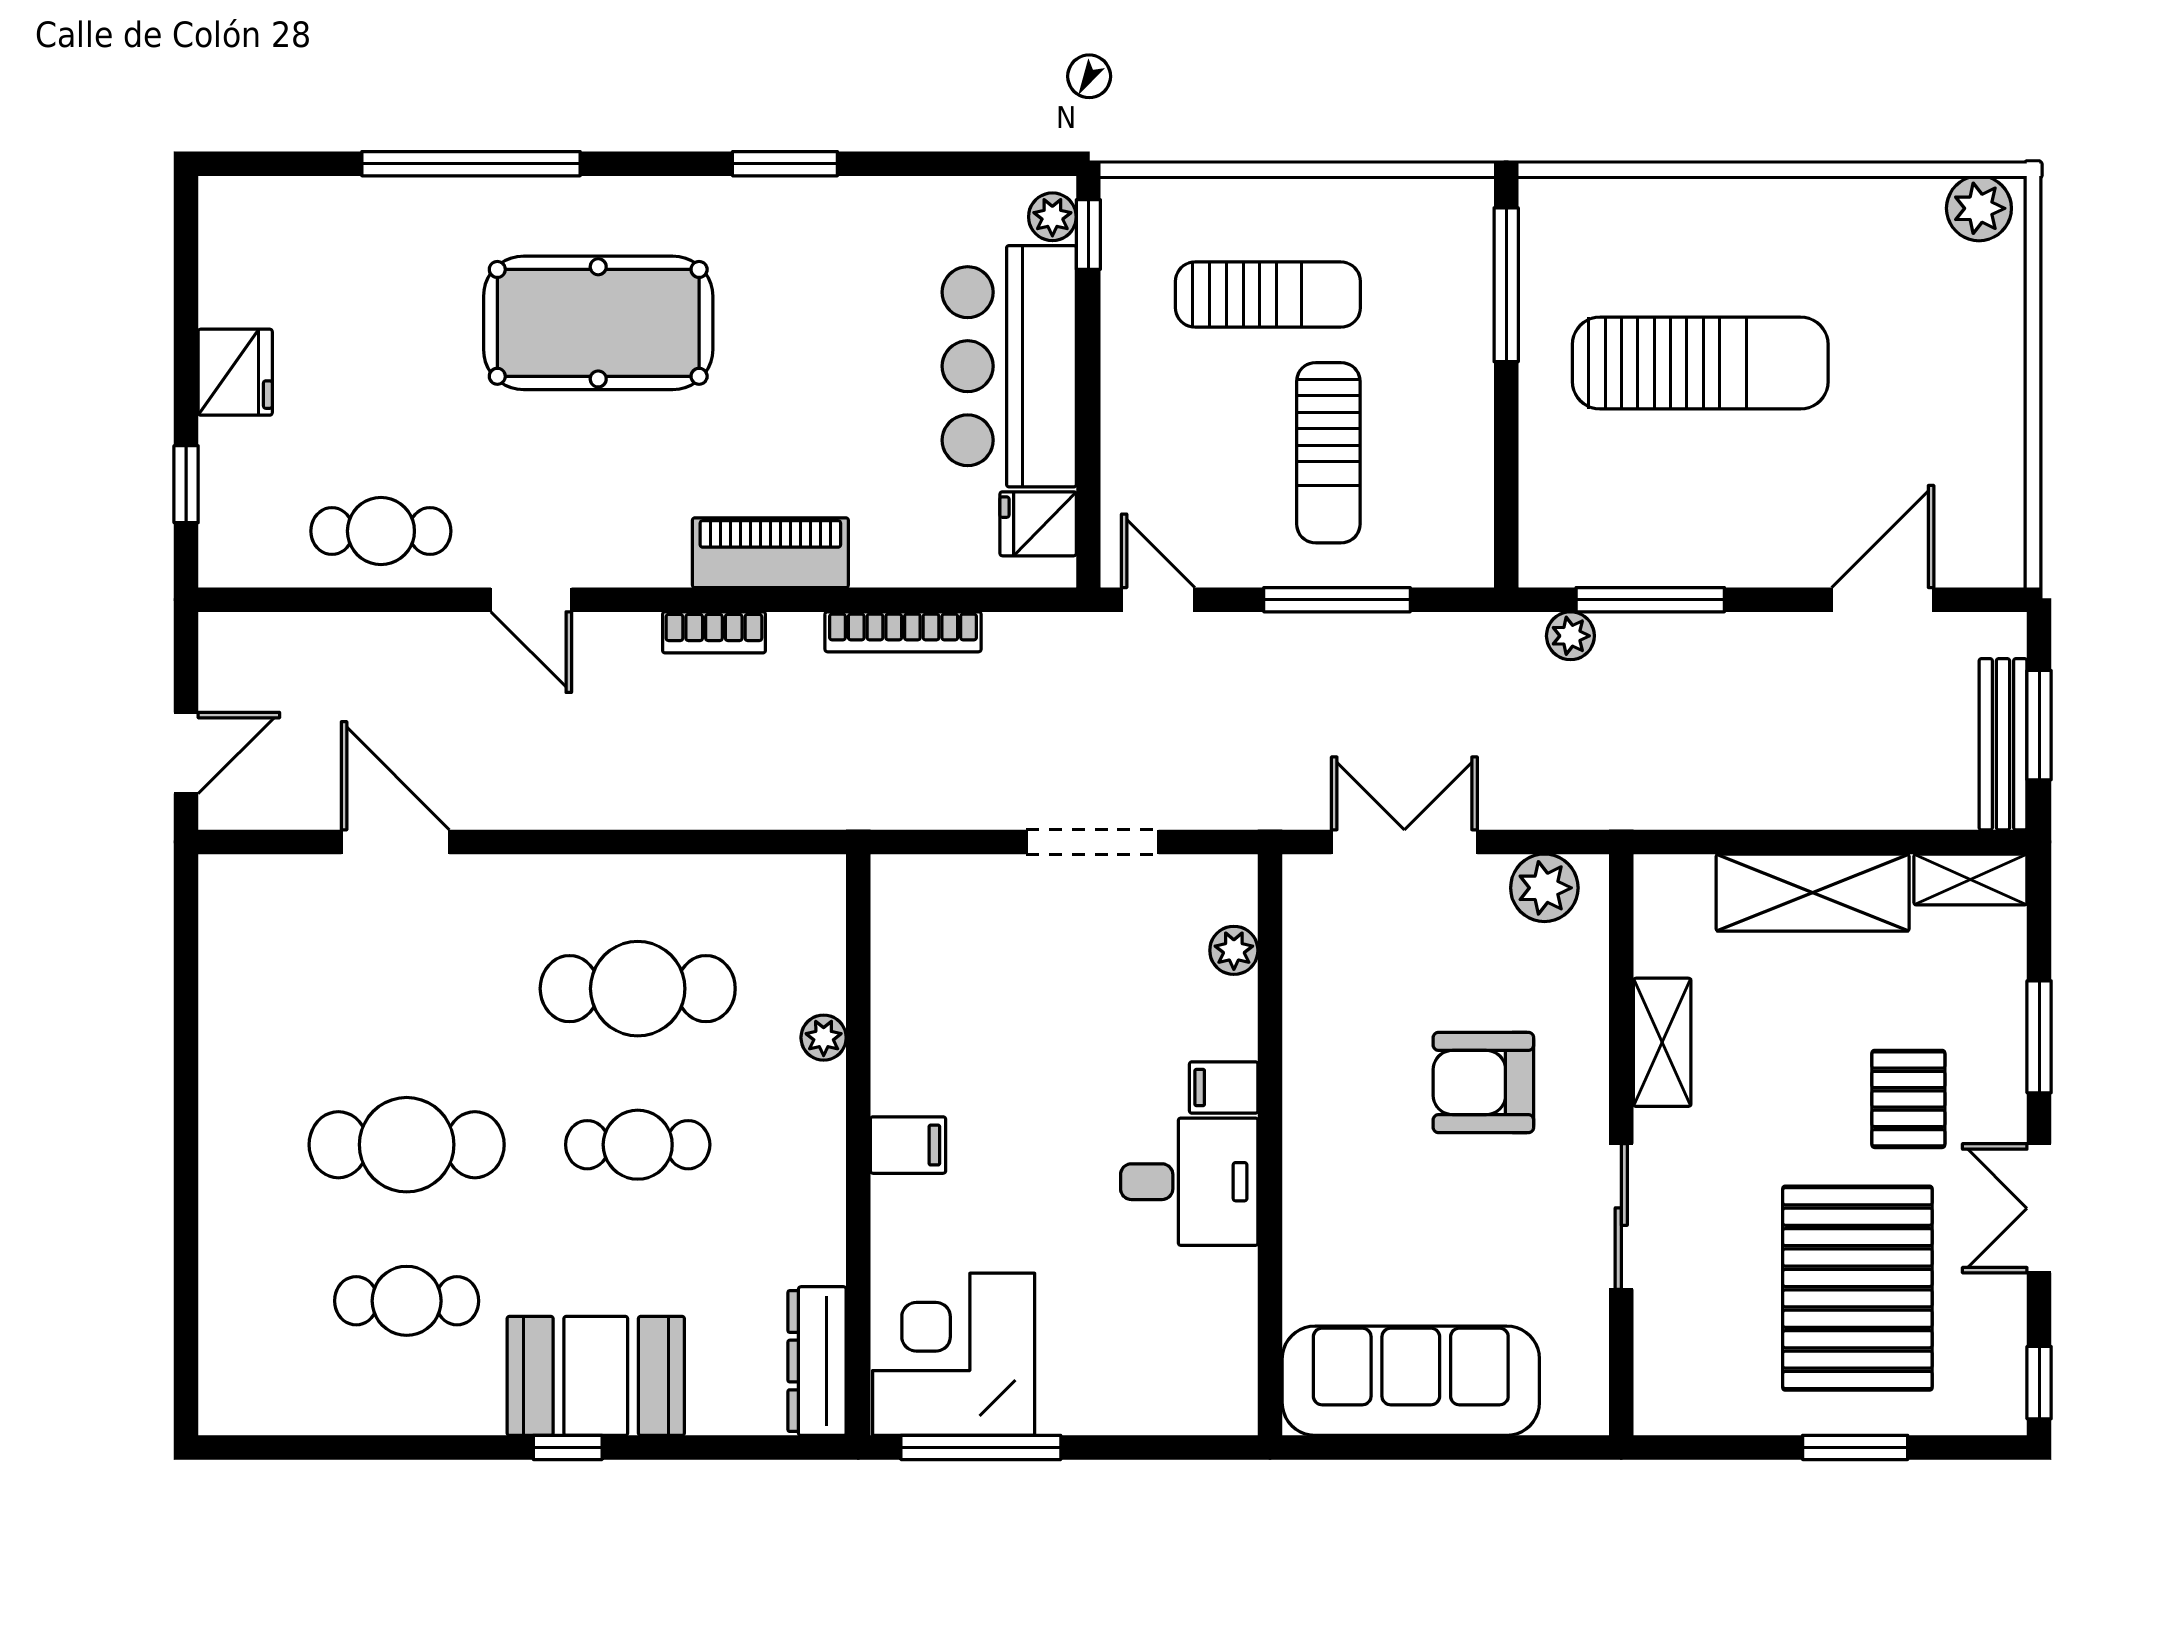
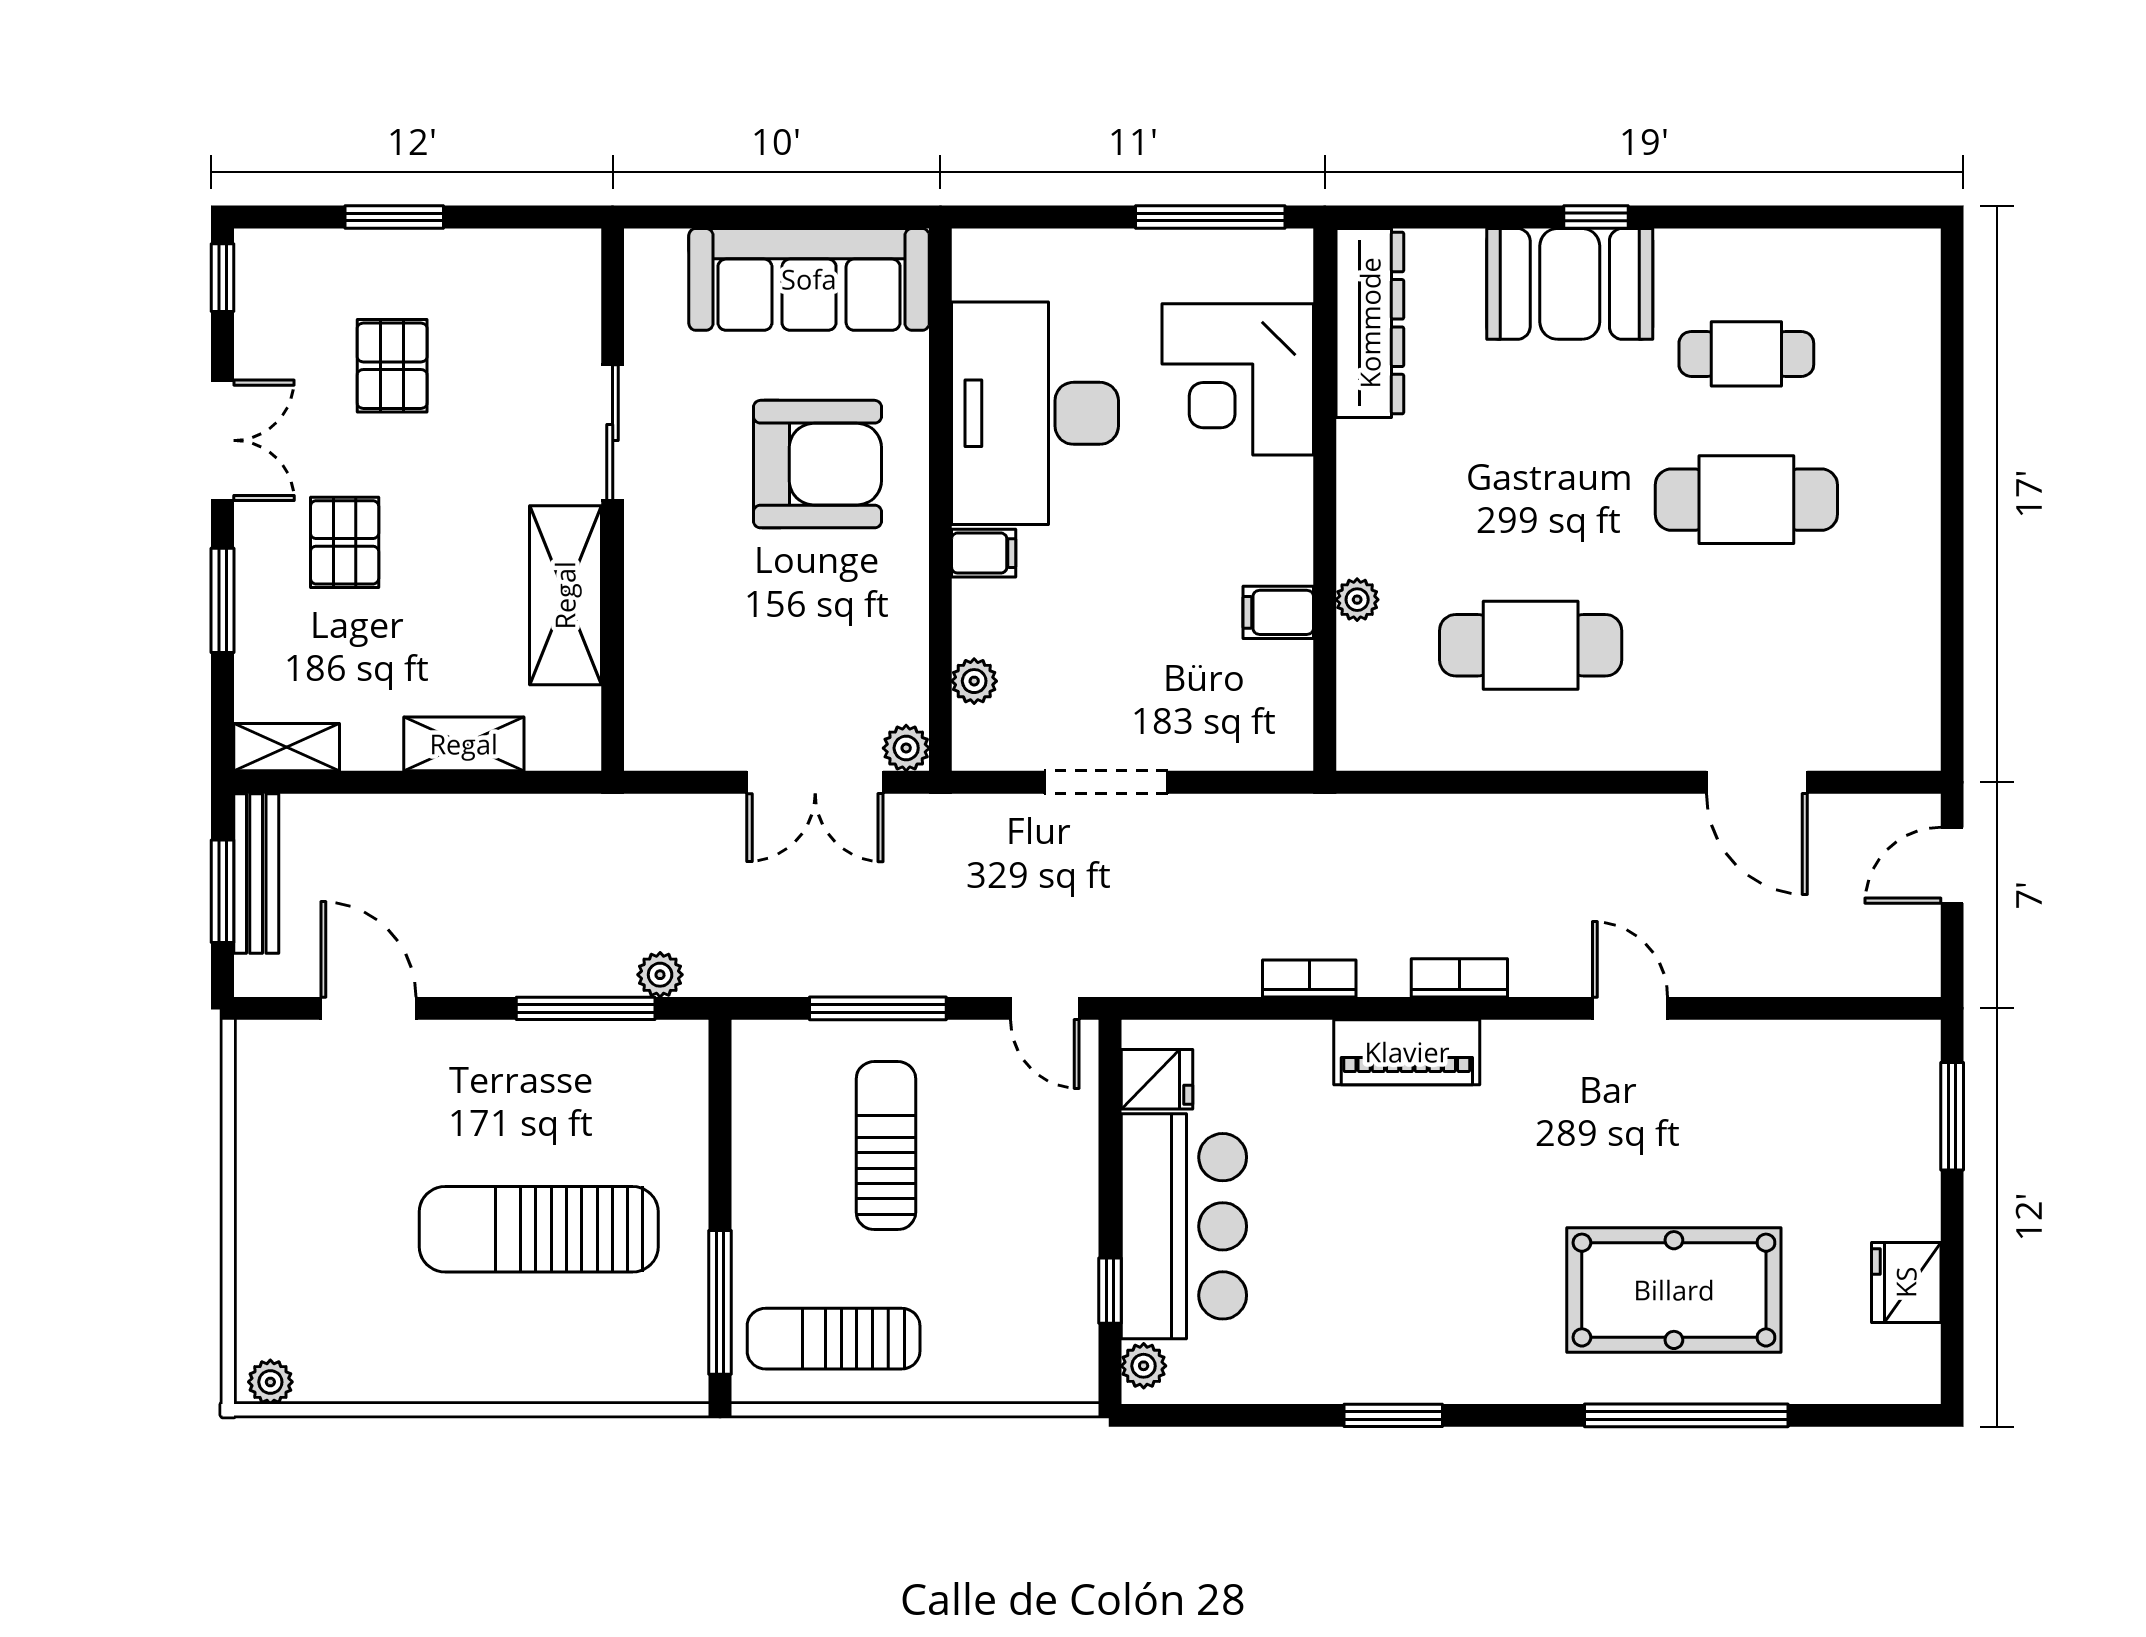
plant: (1979, 208) -> (270, 1382), width x0.73, depth x0.73
window: (1088, 234) -> (1110, 1291), moved
sun lounger: (1268, 295) -> (834, 1339), moved
pool table: (598, 323) -> (1674, 1290), moved
fridge: (235, 372) -> (1906, 1282), moved
window: (186, 484) -> (1952, 1116), width x1.50
cafe table: (381, 531) -> (1770, 1072), removed
door: (1883, 600) -> (368, 1008), swing flipped
bookcase: (903, 632) -> (1309, 978), width x0.64
plant: (1544, 888) -> (906, 748), moved, width x0.73, depth x0.73
shelving: (1813, 893) -> (464, 744), width x0.67, depth x0.75
shelving: (1662, 1042) -> (565, 595), width x1.50, depth x1.33
armchair: (1483, 1082) -> (817, 464), moved, width x1.36, depth x1.36
cafe table: (638, 1145) -> (1531, 500), removed
filing cabinet: (908, 1145) -> (1278, 612), moved
desk: (1189, 1182) -> (1035, 413), width x1.87, depth x1.30
pallet: (1857, 1288) -> (392, 366), width x0.49, depth x0.50
corner desk: (954, 1354) -> (1238, 379), moved, turned 90
dresser: (817, 1361) -> (1370, 323), width x1.37, depth x1.24

